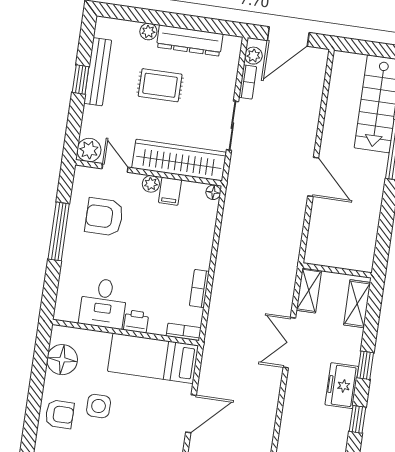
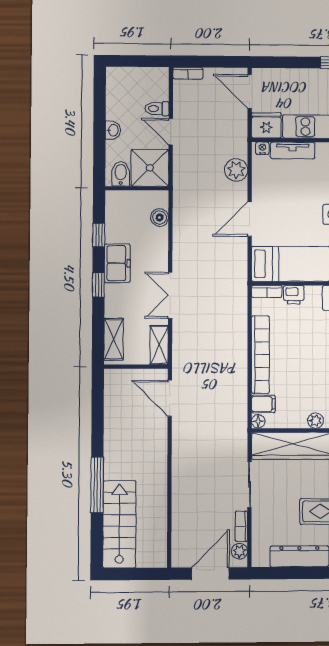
door: (313, 177) -> (170, 398), moved
filing cabinet: (170, 191) -> (263, 404), moved, turned 90
bookcase: (199, 288) -> (260, 355), width x2.31, depth x1.31
printer: (136, 321) -> (294, 295), moved
double door: (289, 343) -> (170, 295), swing flipped
boiler: (289, 429) -> (160, 217), added

